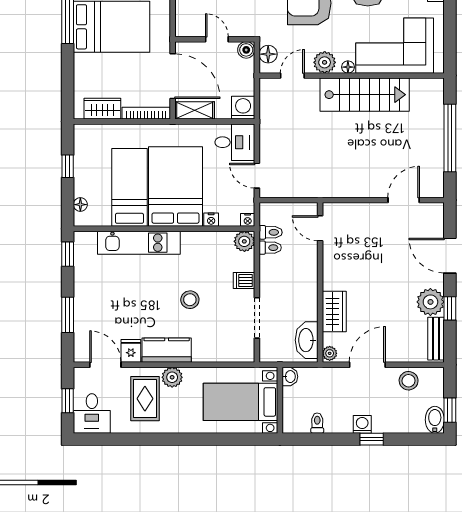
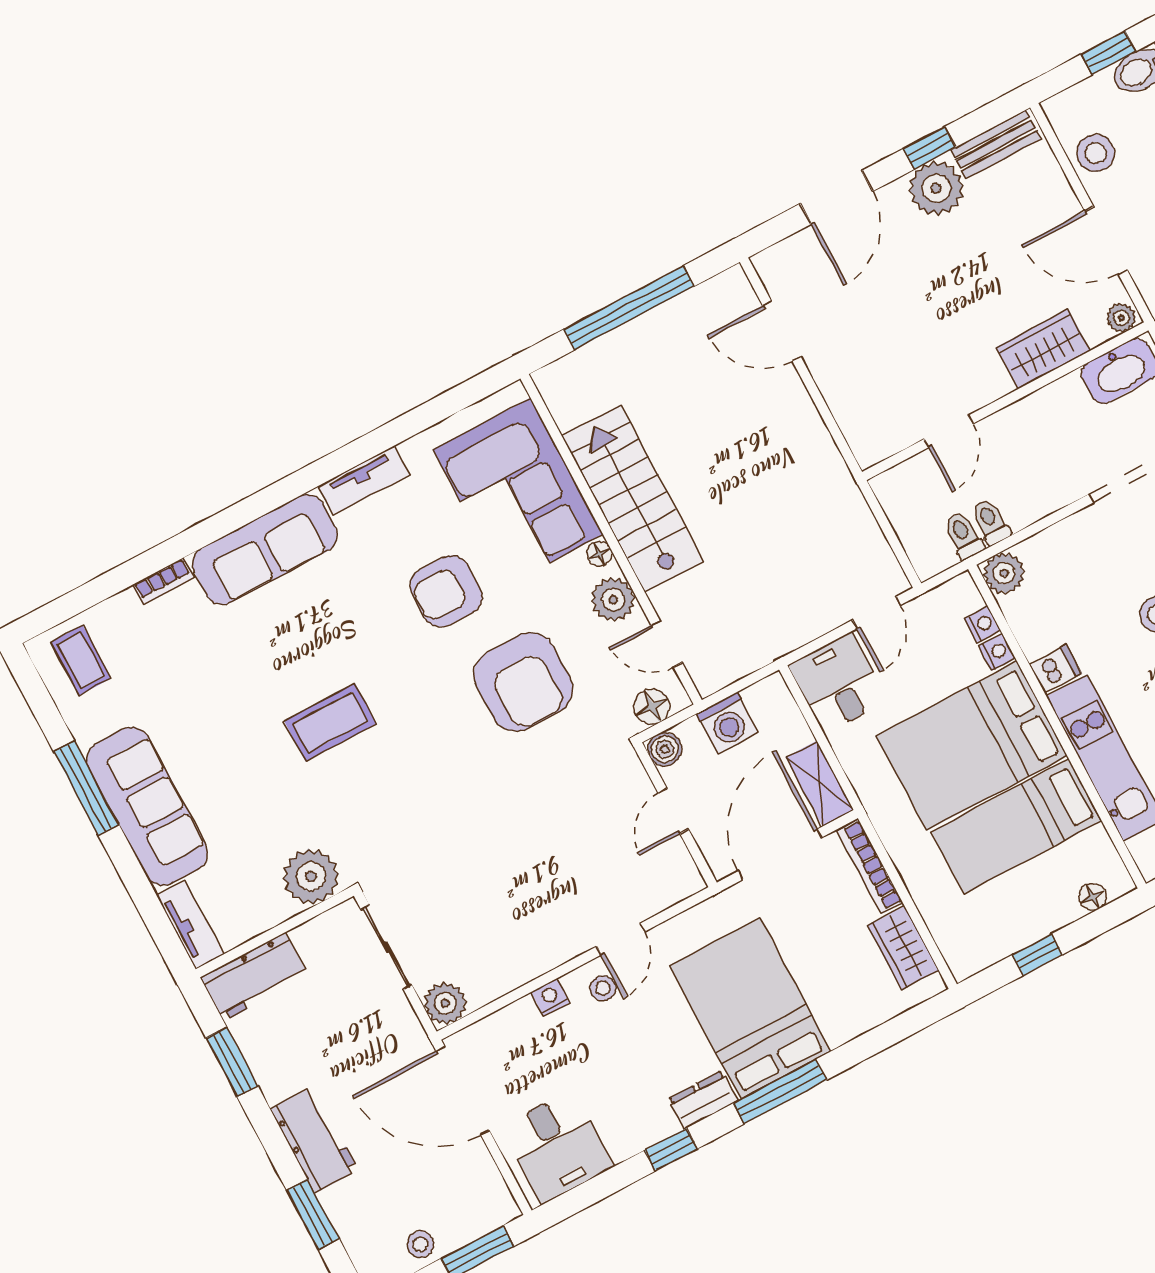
washing machine: (243, 108) -> (727, 723), moved, turned -90
nightstand: (248, 220) -> (983, 624), moved
door: (320, 228) -> (949, 431), moved
dishwasher: (244, 281) -> (1056, 669), moved, turned -90

